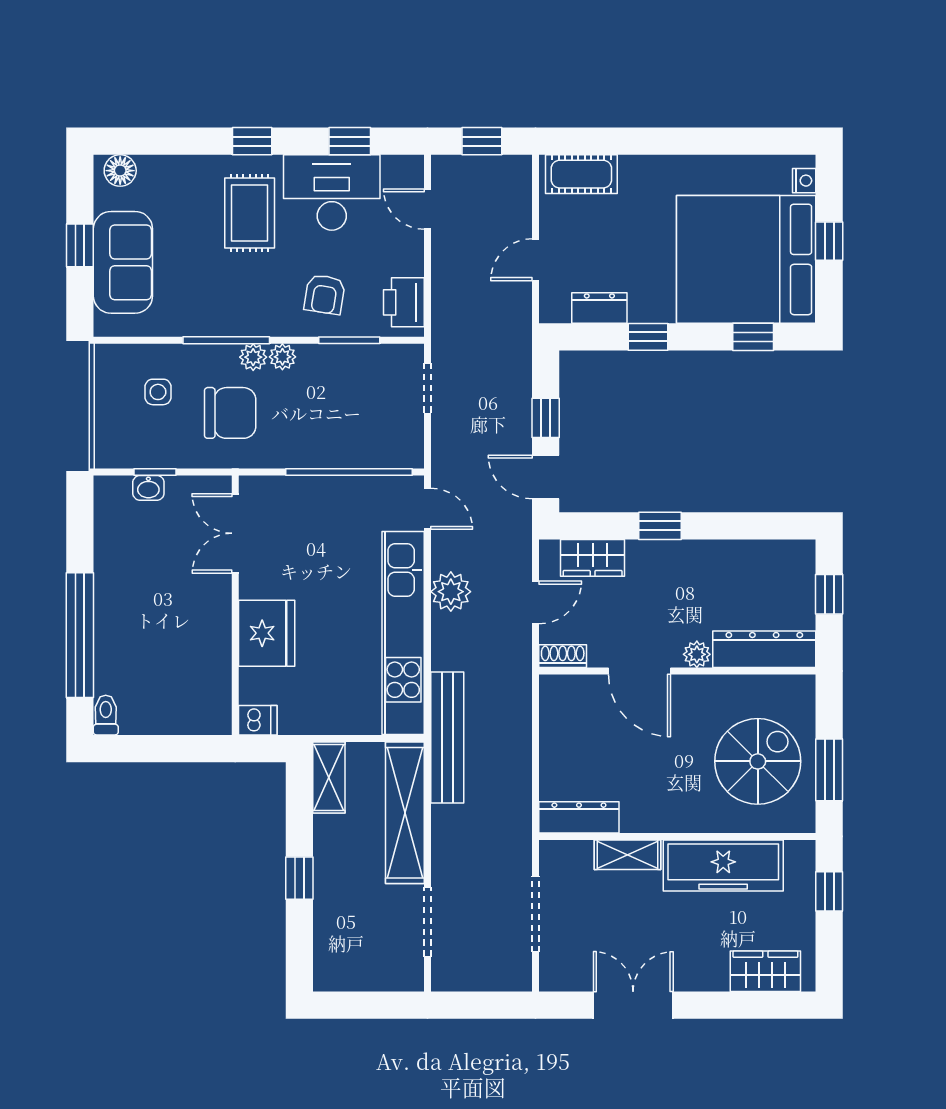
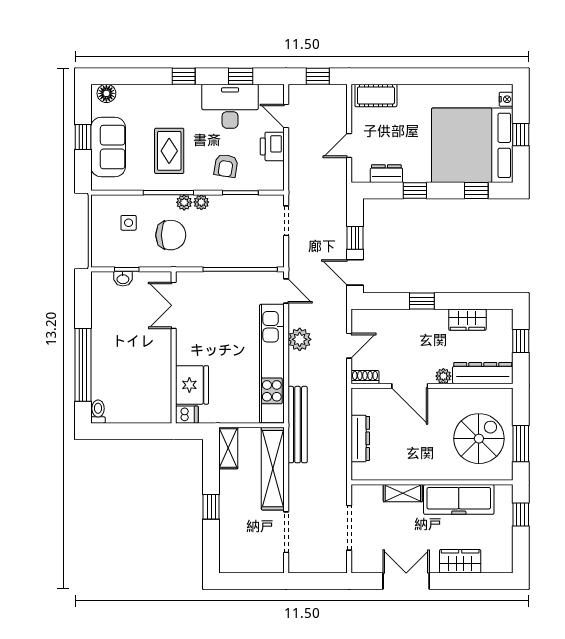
rug: (250, 213) -> (169, 151), moved
printer: (404, 302) -> (272, 146), moved
wardrobe: (593, 558) -> (467, 320), moved
fridge: (267, 633) -> (192, 385), moved
dresser: (579, 817) -> (360, 438), moved, turned 90
wardrobe: (765, 971) -> (460, 561), moved

